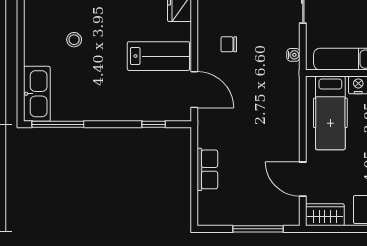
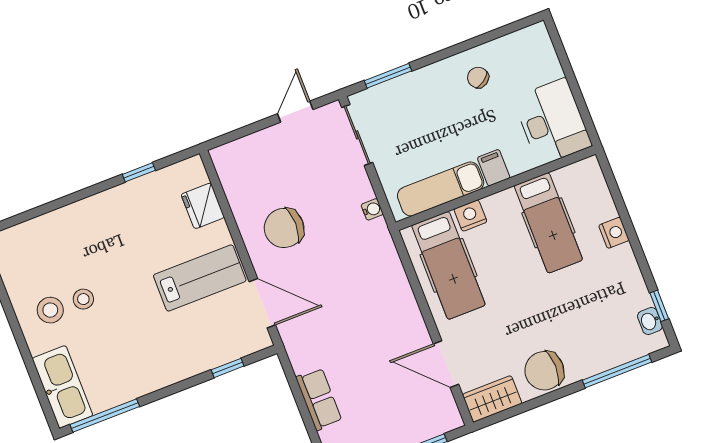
stool: (49, 38) -> (50, 310), added
chair: (229, 44) -> (284, 228), width x1.87, depth x1.87

